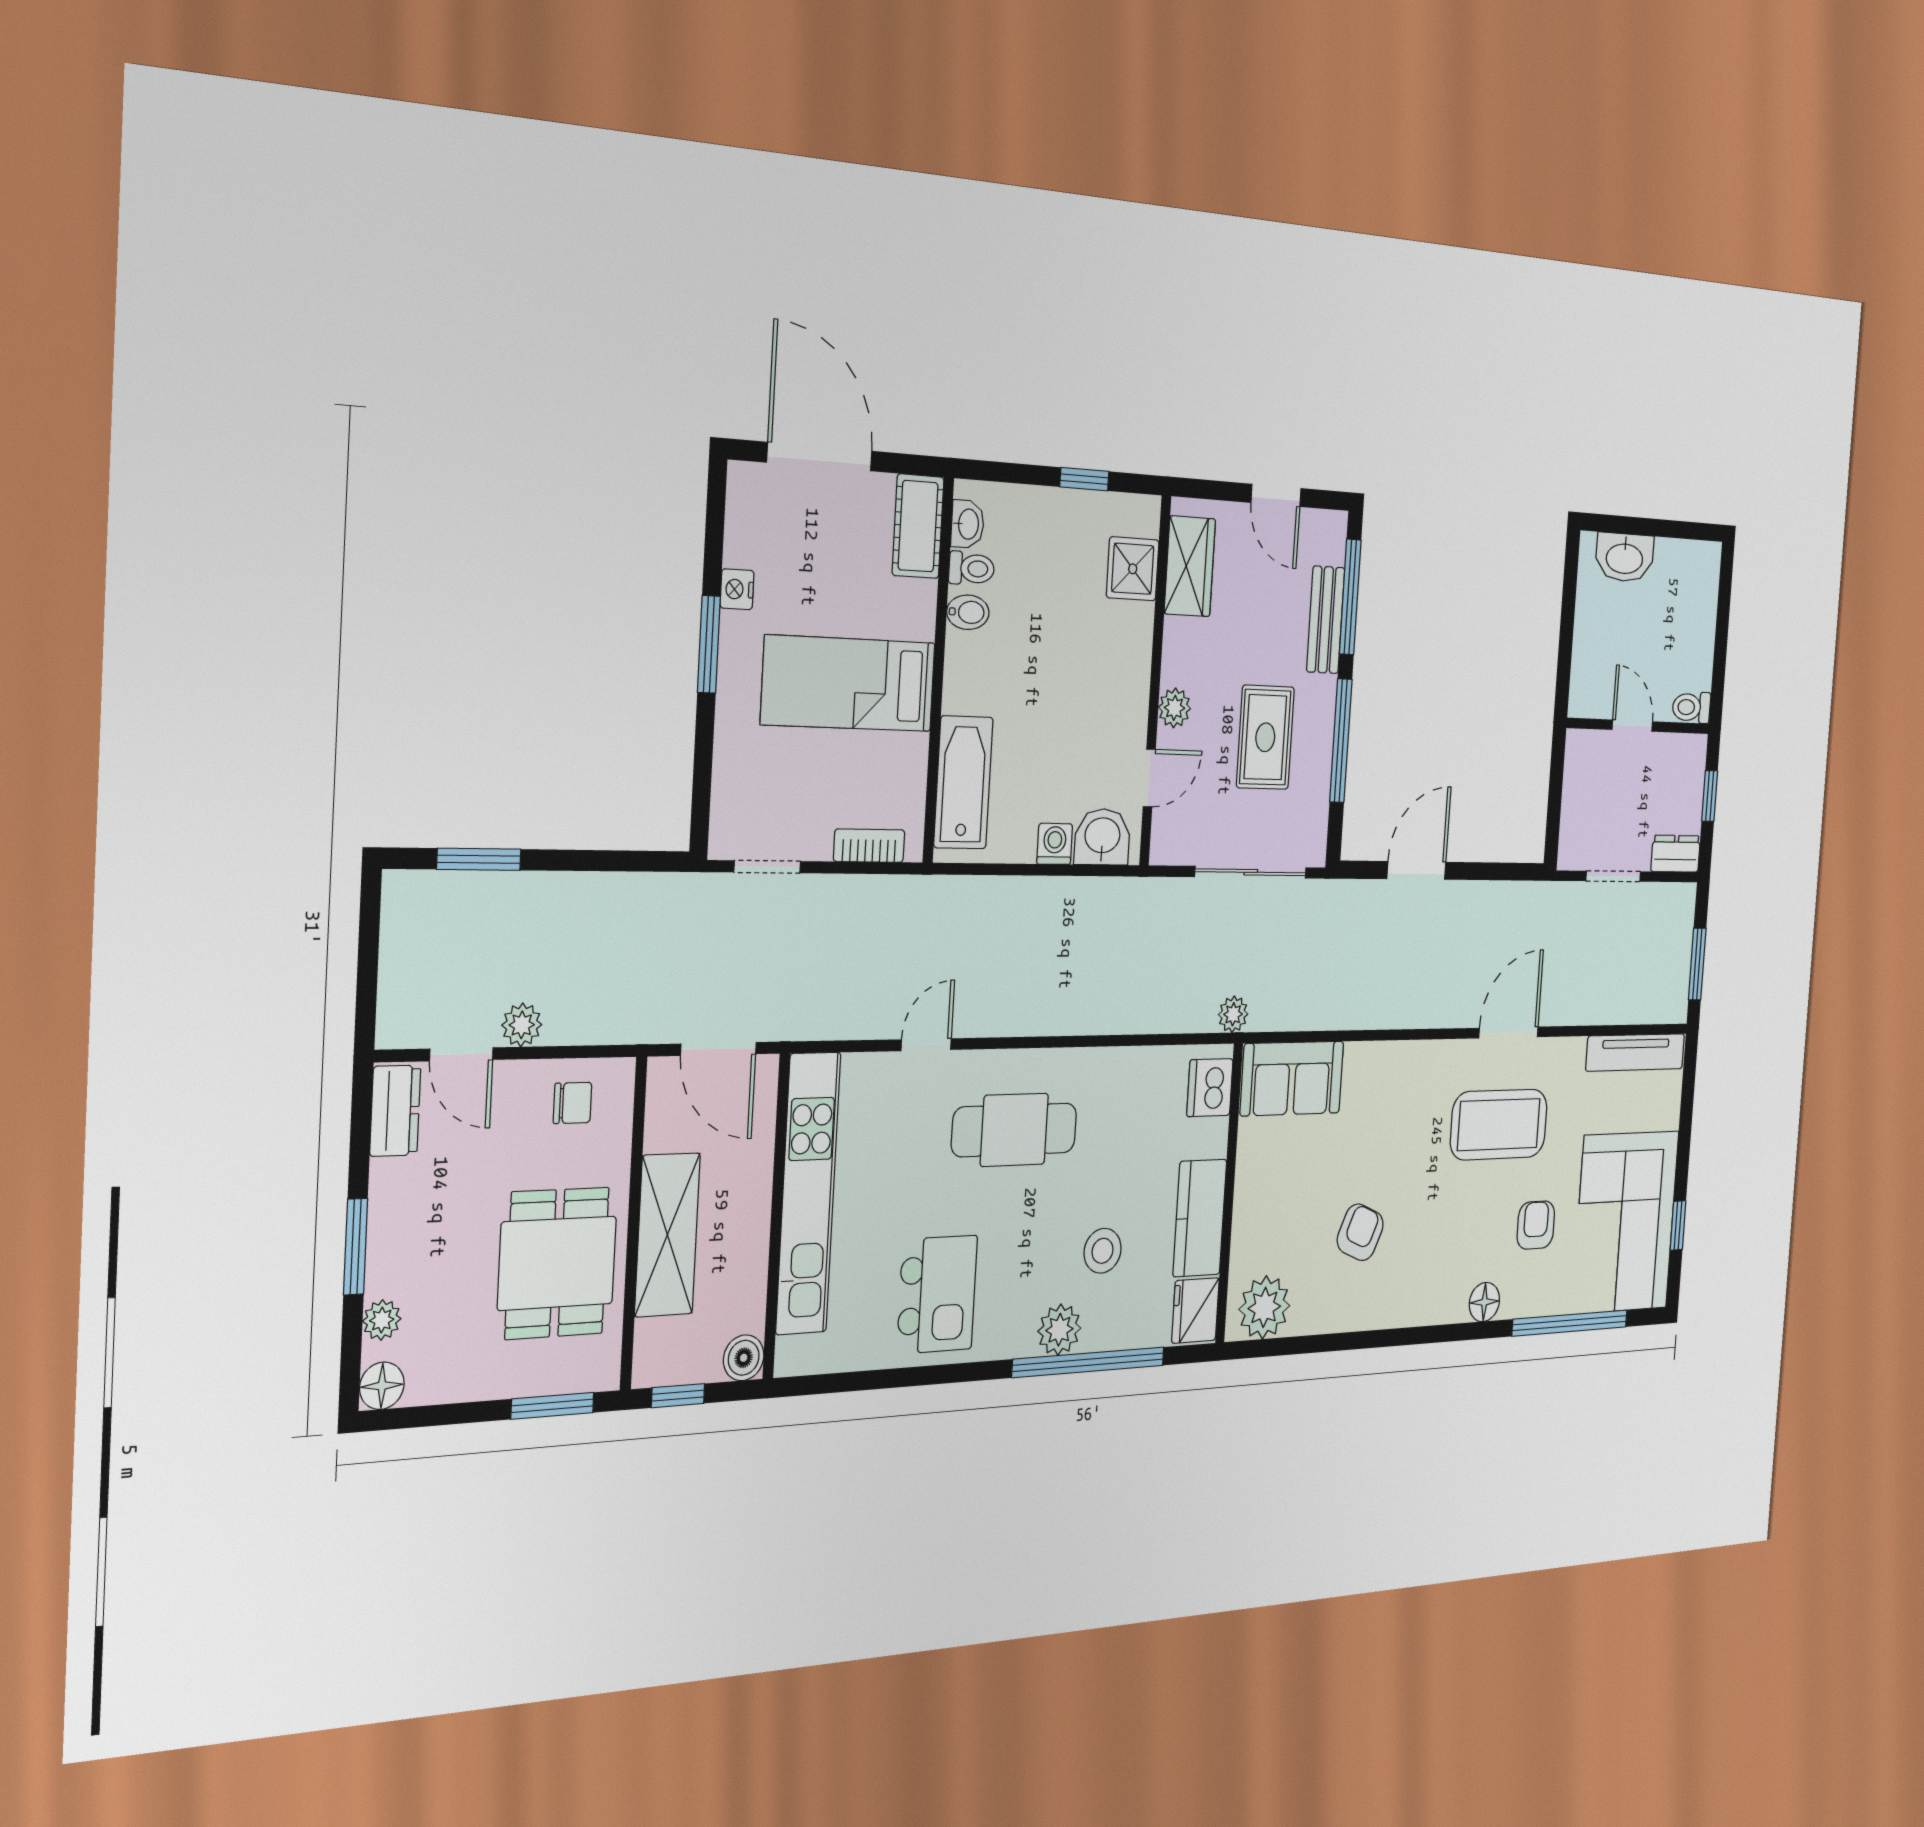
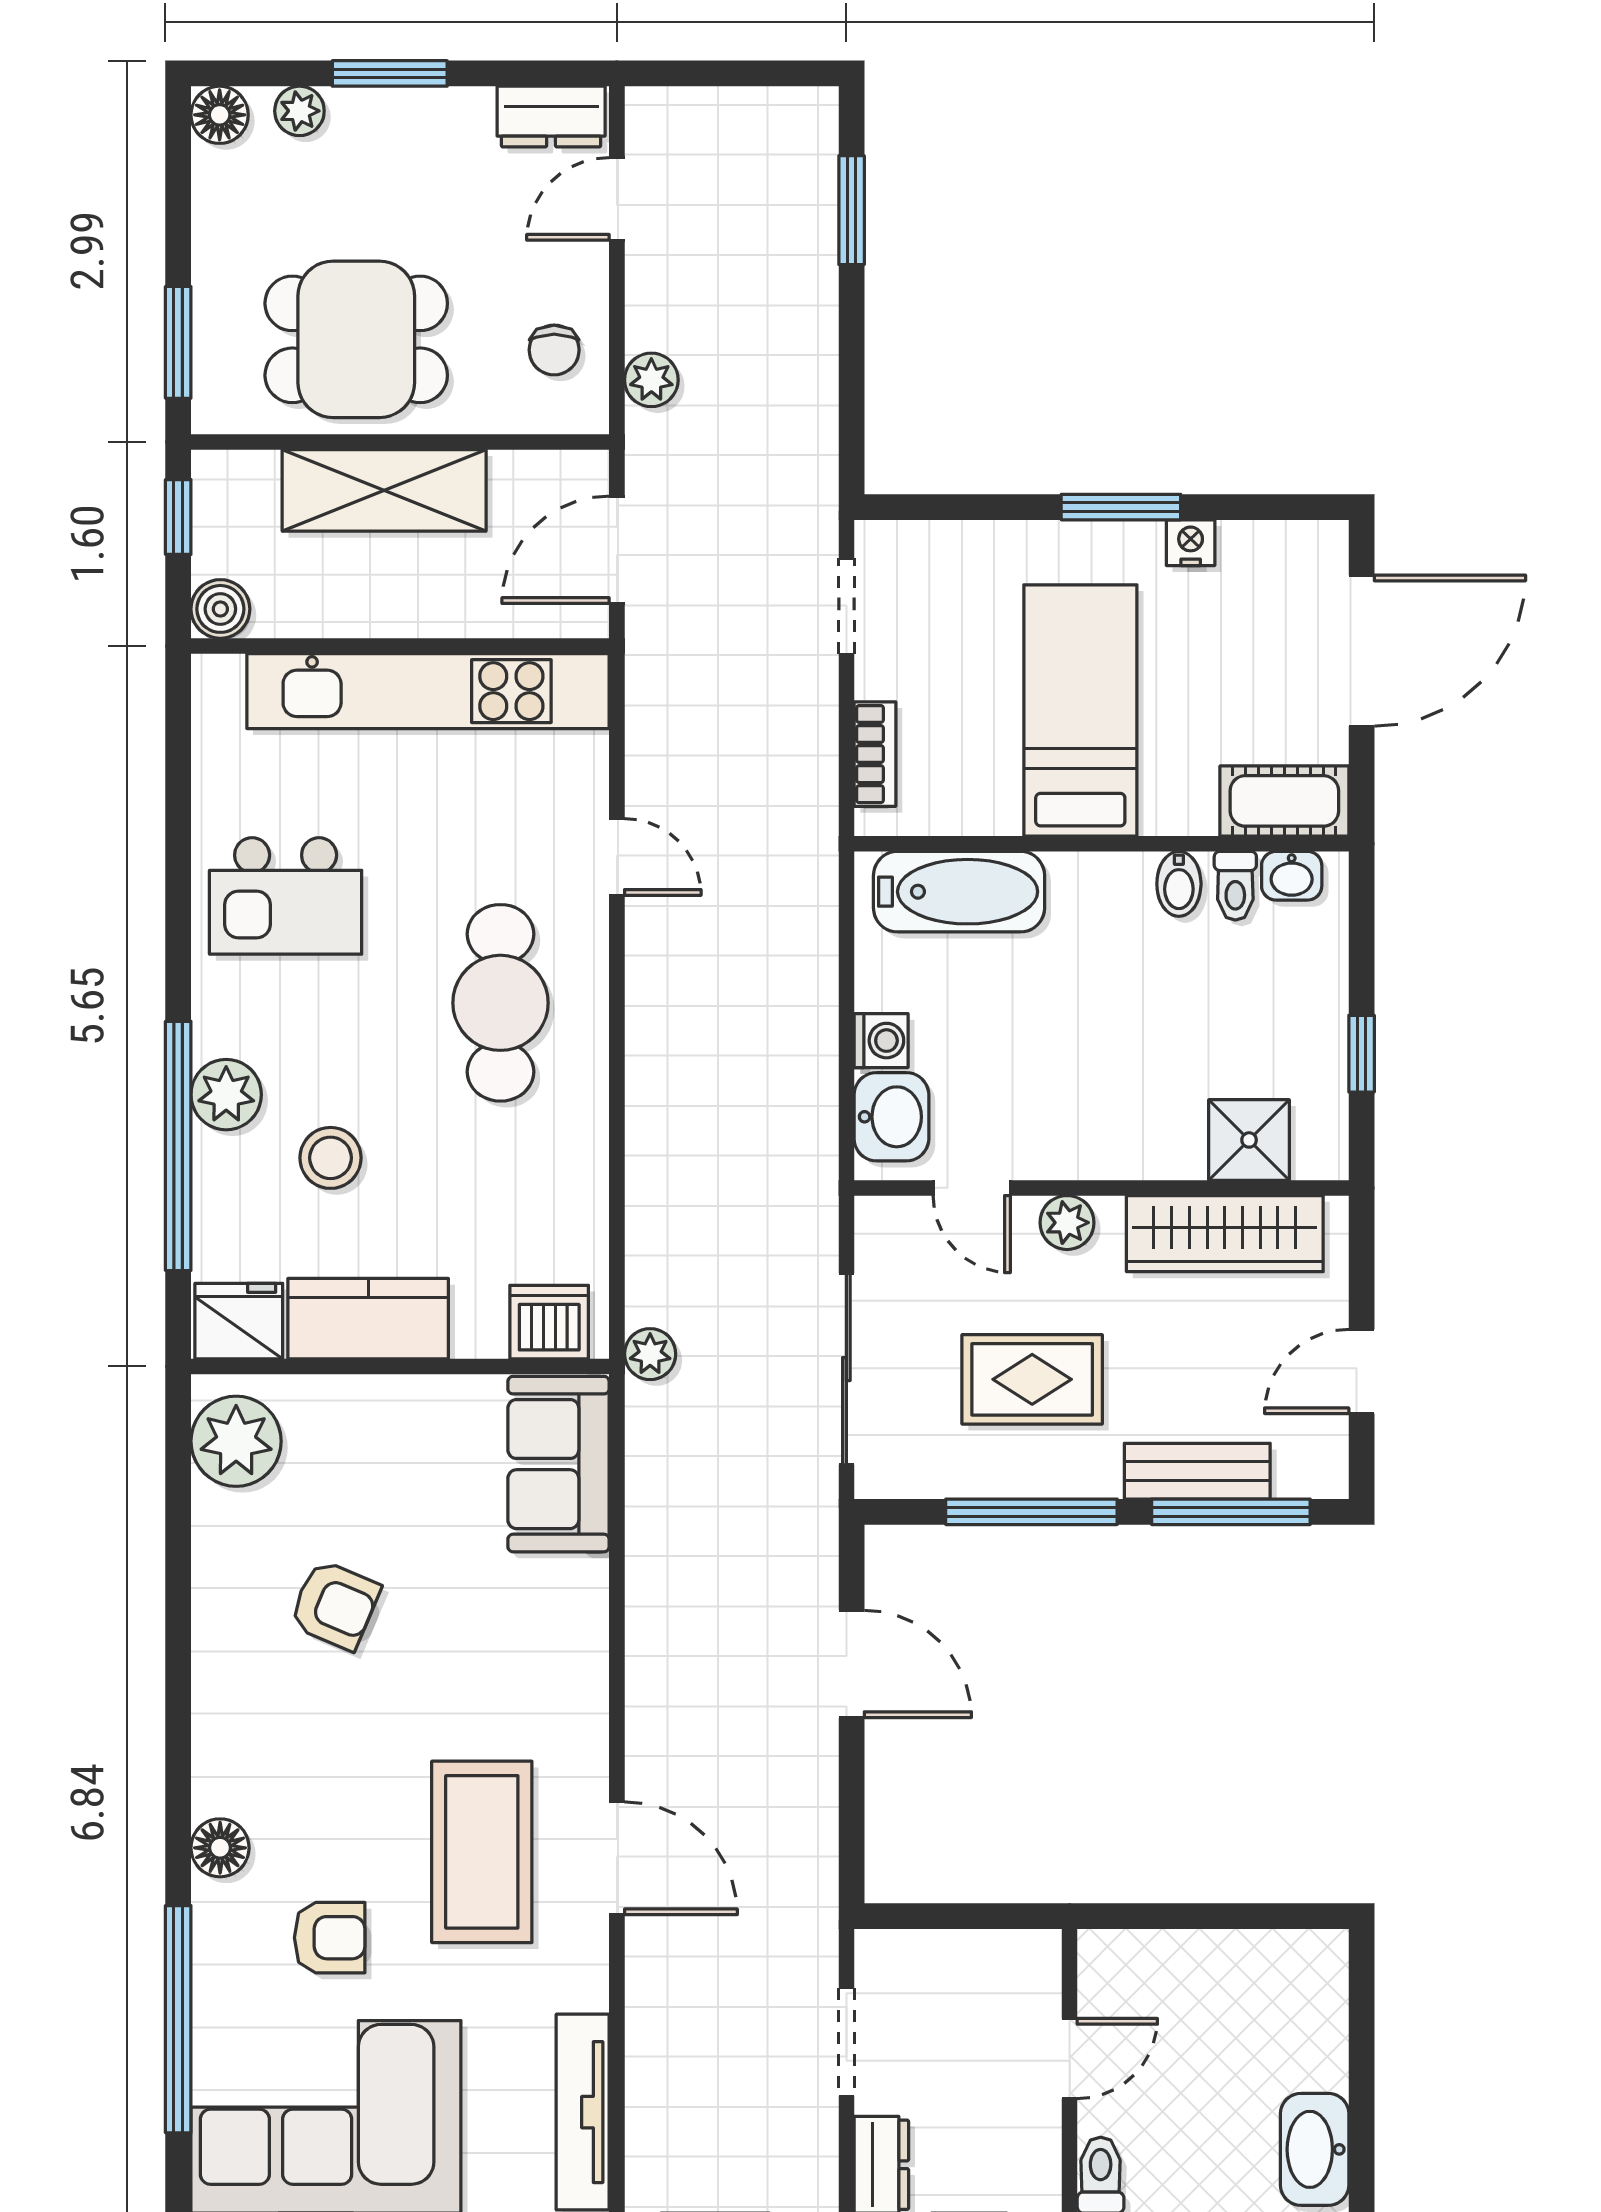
washbasin: (1625, 557) -> (1315, 2149), moved
wardrobe: (1190, 566) -> (1225, 1234), width x1.50
plant: (522, 1025) -> (651, 380), moved

